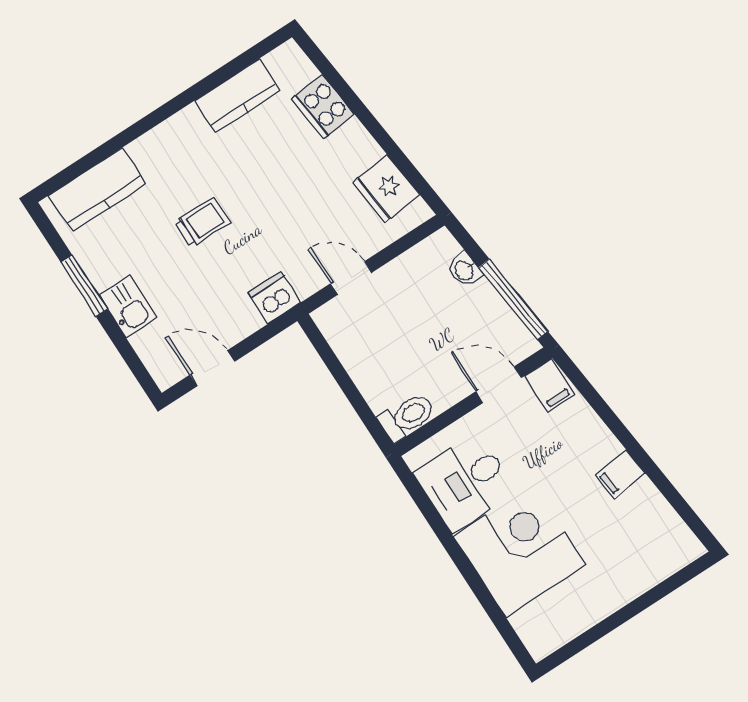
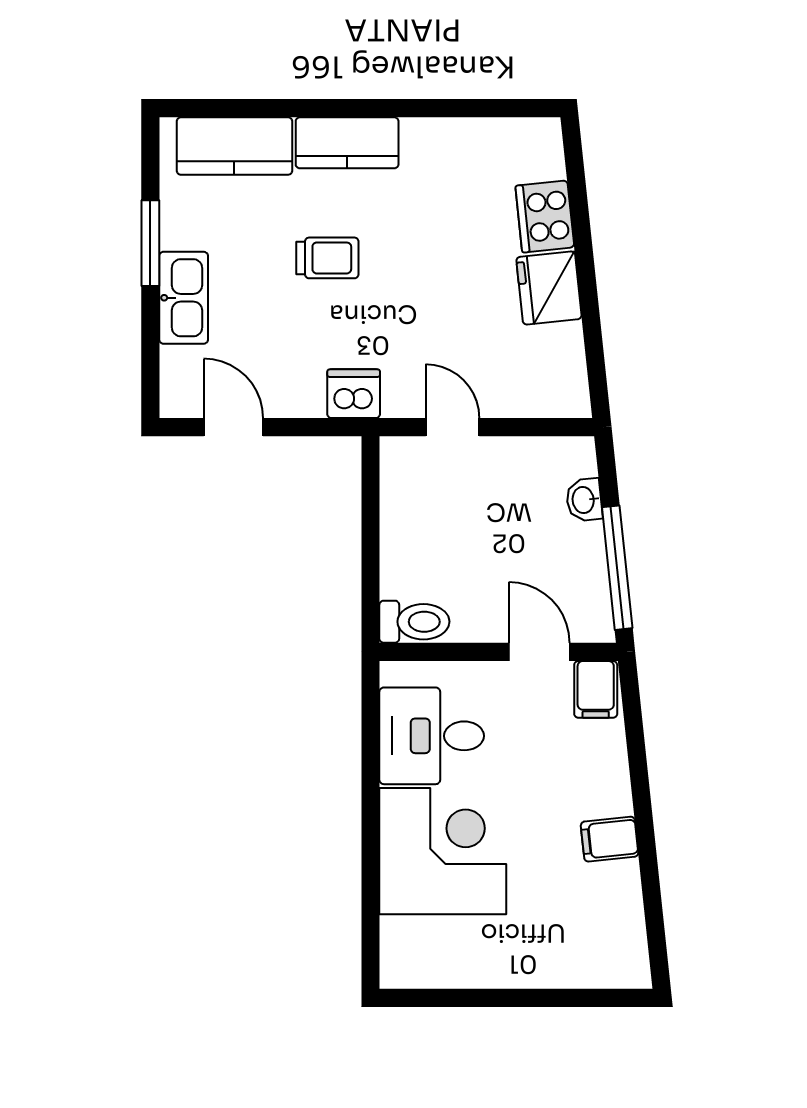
kitchen counter: (237, 96) -> (347, 143), moved
fridge: (386, 189) -> (549, 288), moved
kitchen sink: (128, 307) -> (184, 298), width x1.38

